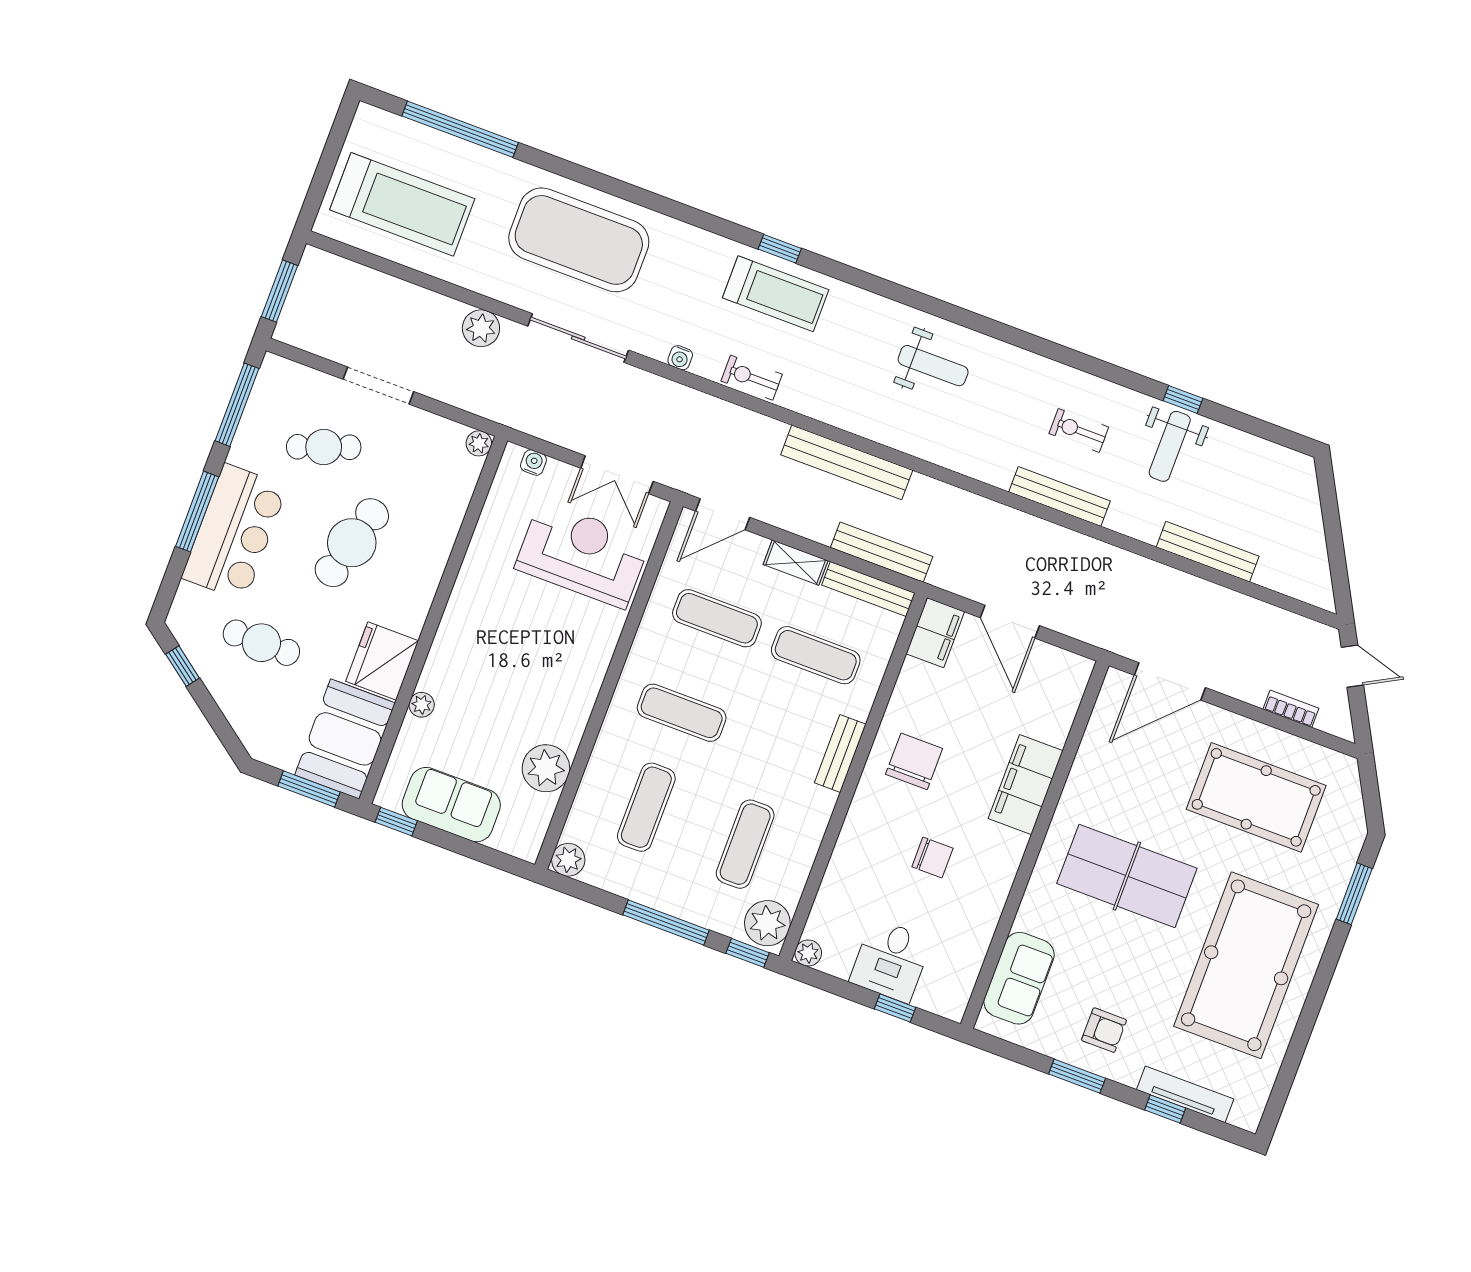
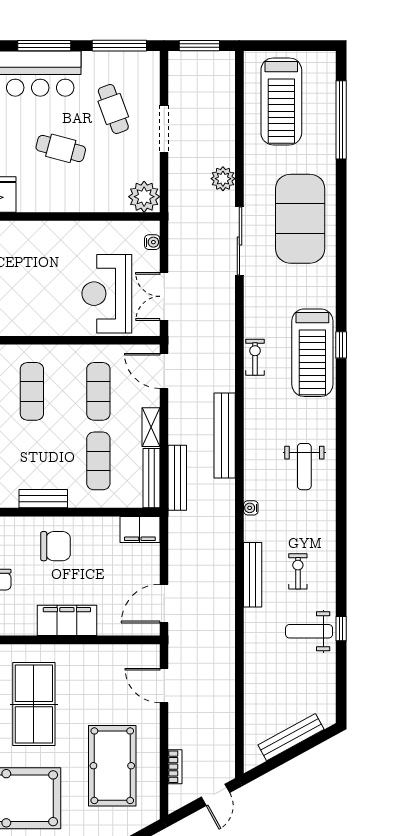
treadmill: (776, 294) -> (312, 353), width x1.37, depth x1.38
water cooler: (680, 358) -> (251, 508), moved
plant: (479, 443) -> (144, 197), width x1.87, depth x1.87
cafe table: (352, 543) -> (61, 148), width x0.73, depth x0.74
bench: (1208, 552) -> (291, 737), moved, turned 61
reception desk: (583, 554) -> (107, 294), turned 180
door: (1010, 622) -> (164, 604), moved
door: (1170, 681) -> (164, 686), width x0.73

